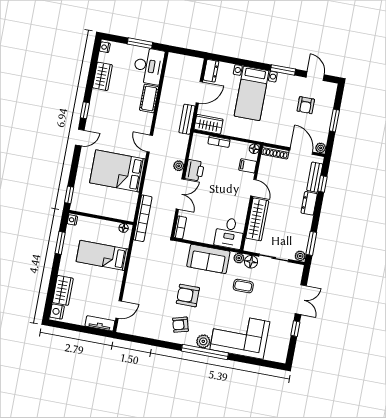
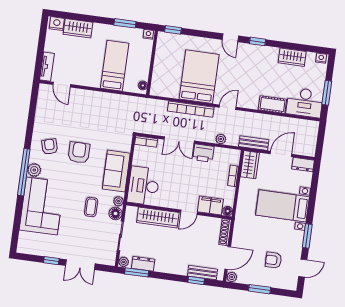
door: (199, 92) -> (281, 154), swing flipped
plant: (179, 166) -> (221, 139), moved
filing cabinet: (248, 166) -> (210, 206), width x2.00
dresser: (309, 203) -> (143, 264), moved
bookcase: (143, 218) -> (191, 109), moved
desk: (230, 233) -> (144, 186), width x1.37

